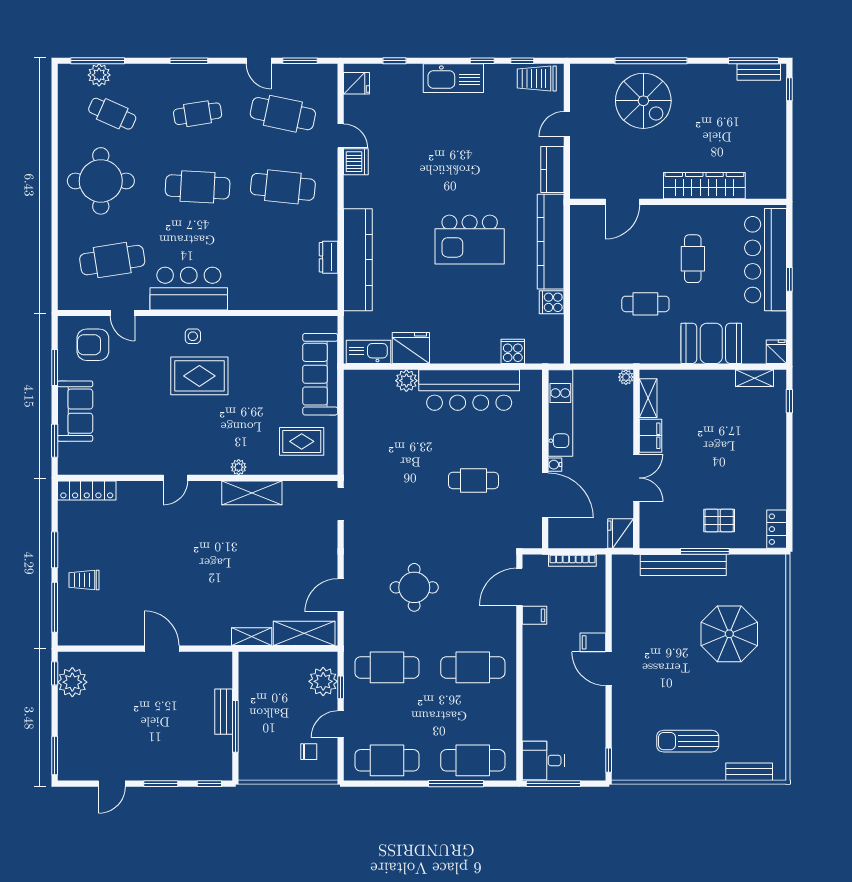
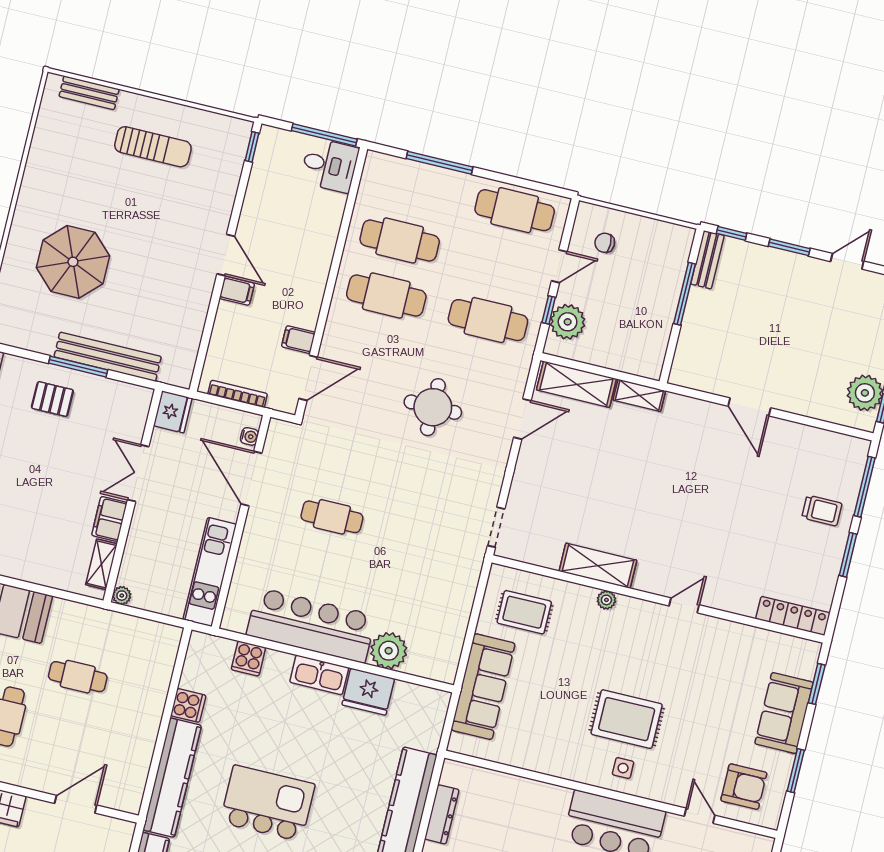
dresser: (329, 257) -> (442, 814), width x1.44
kitchen sink: (369, 352) -> (319, 675), moved
plant: (406, 381) -> (389, 651), width x1.36, depth x1.36
water cooler: (555, 465) -> (249, 436), moved
bench: (224, 712) -> (707, 260), moved
cafe table: (473, 760) -> (400, 241), moved

